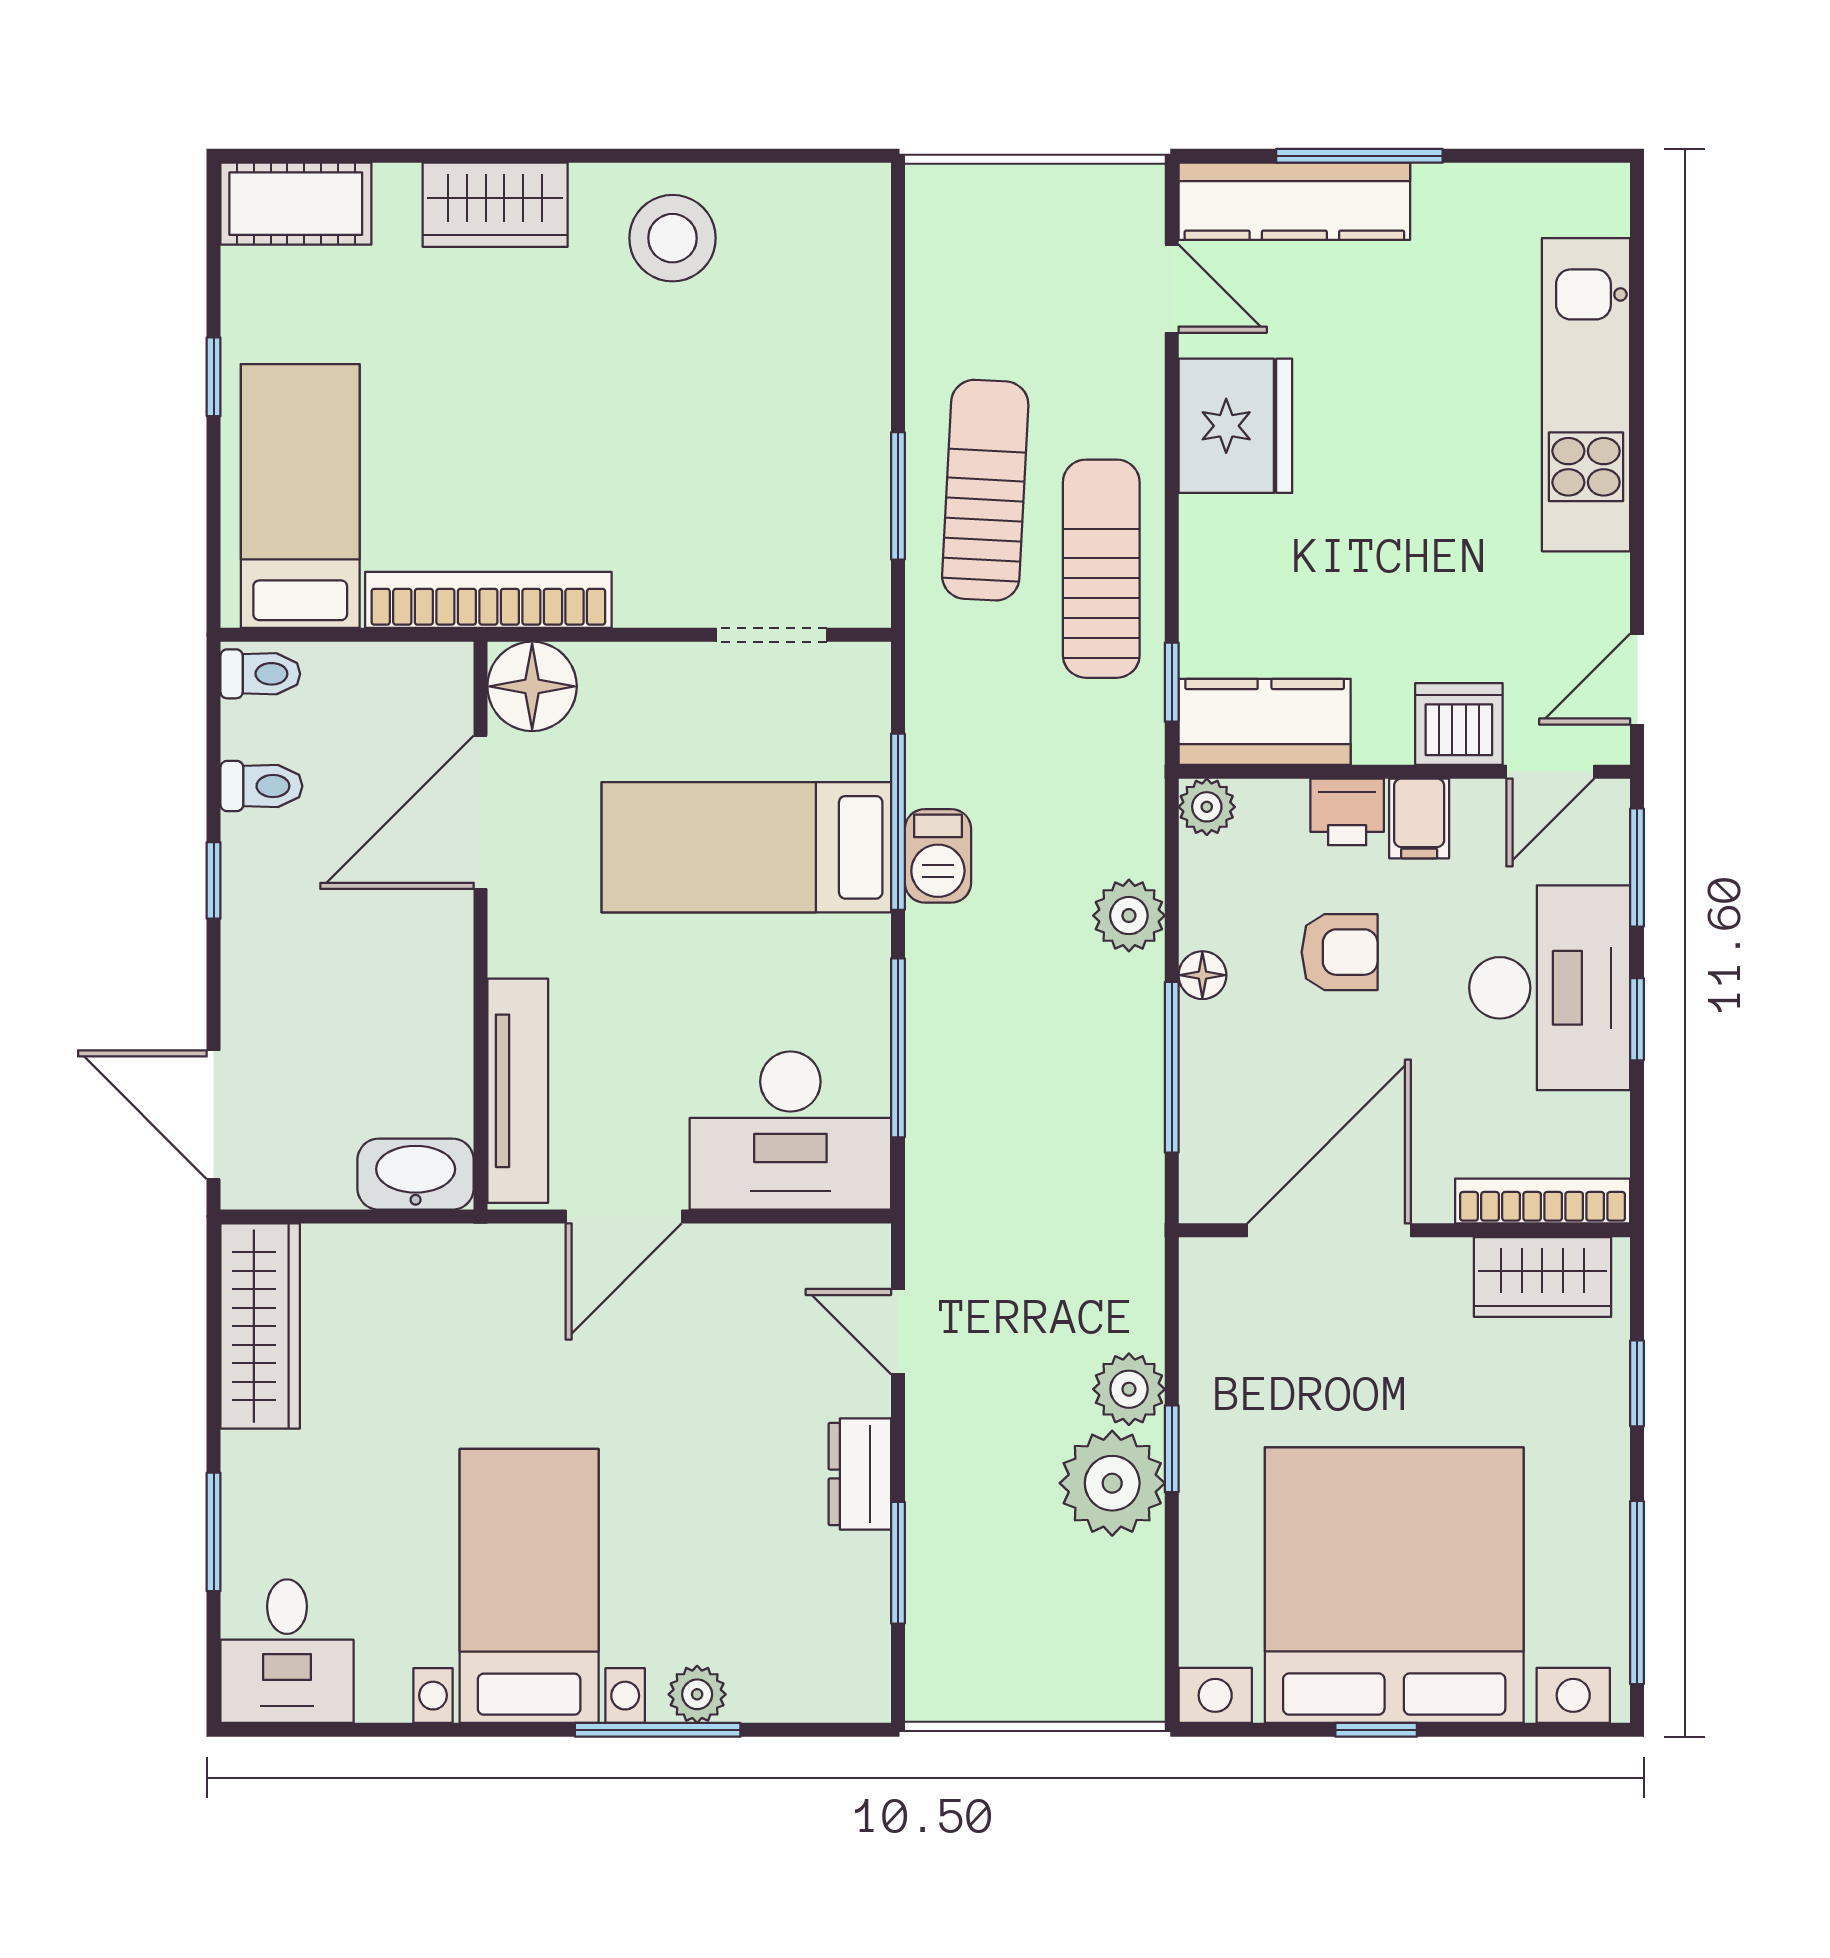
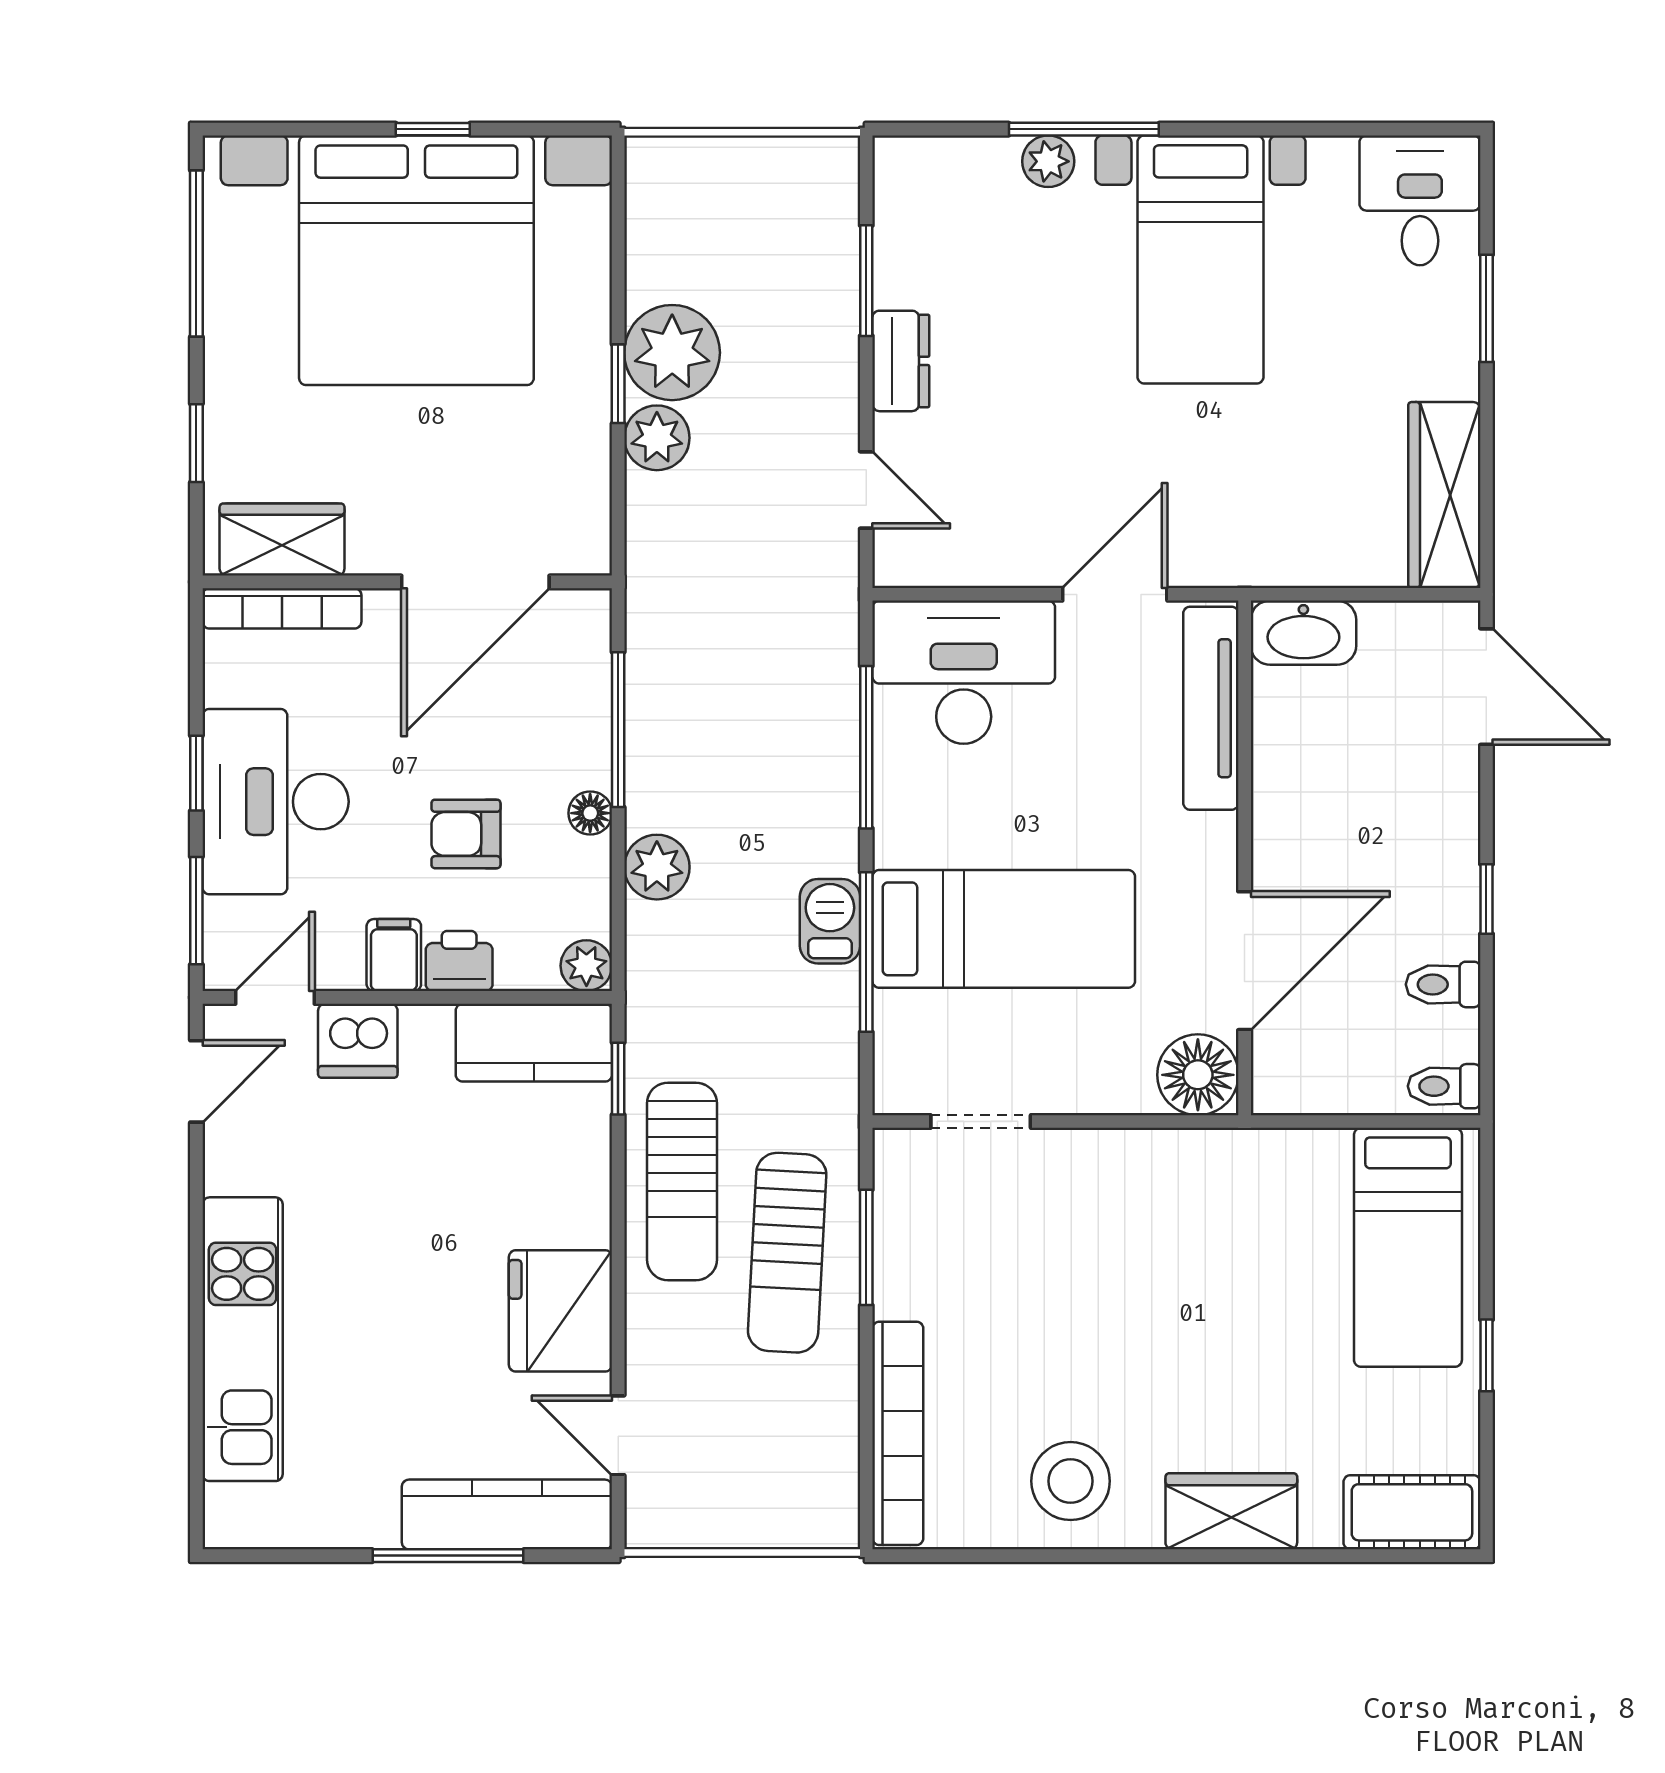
bookcase: (488, 600) -> (898, 1433), moved, turned -90

